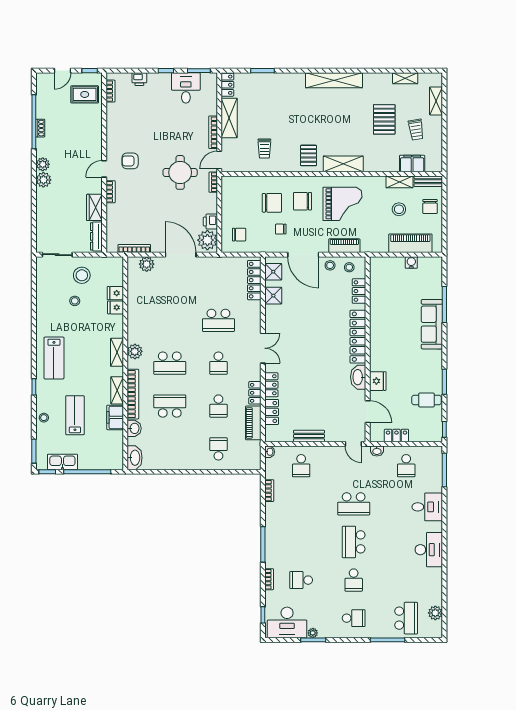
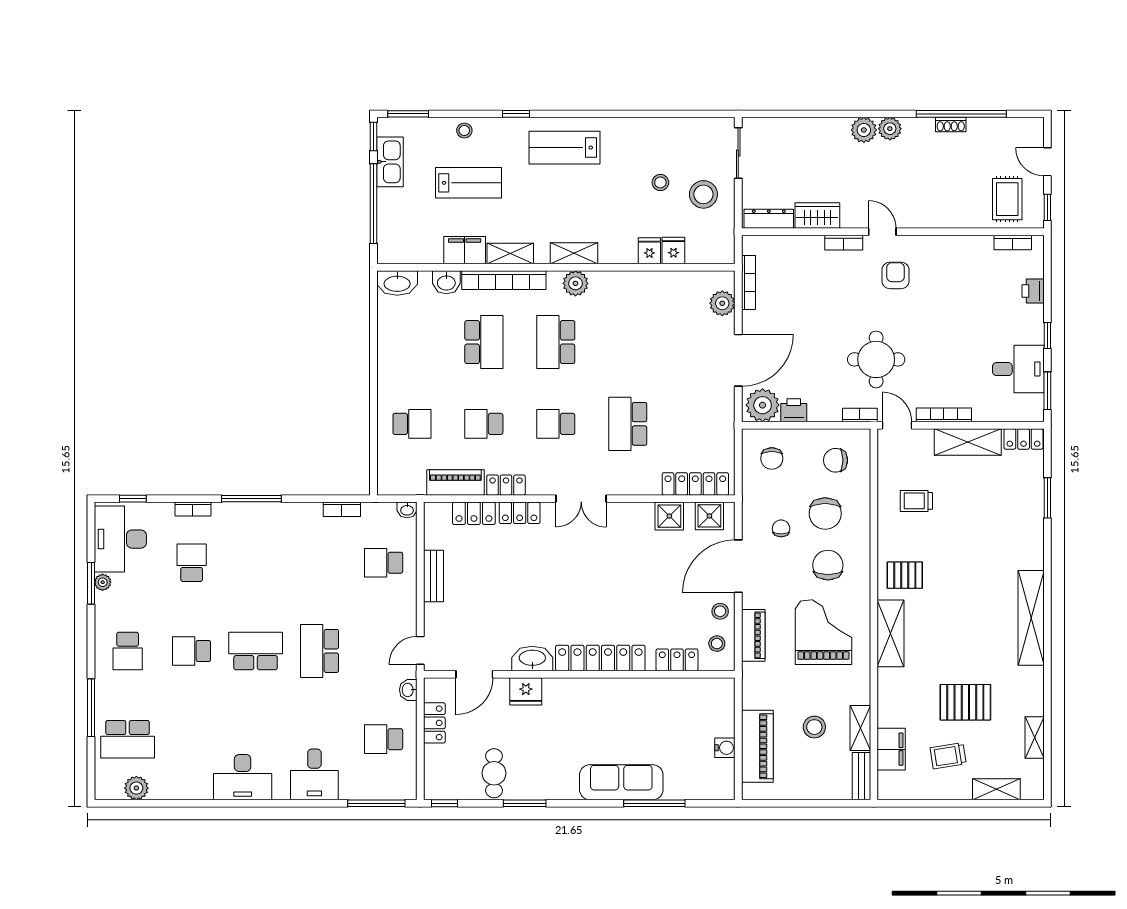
grand piano: (342, 204) -> (823, 632), turned 180
chair: (430, 207) -> (836, 460), moved

